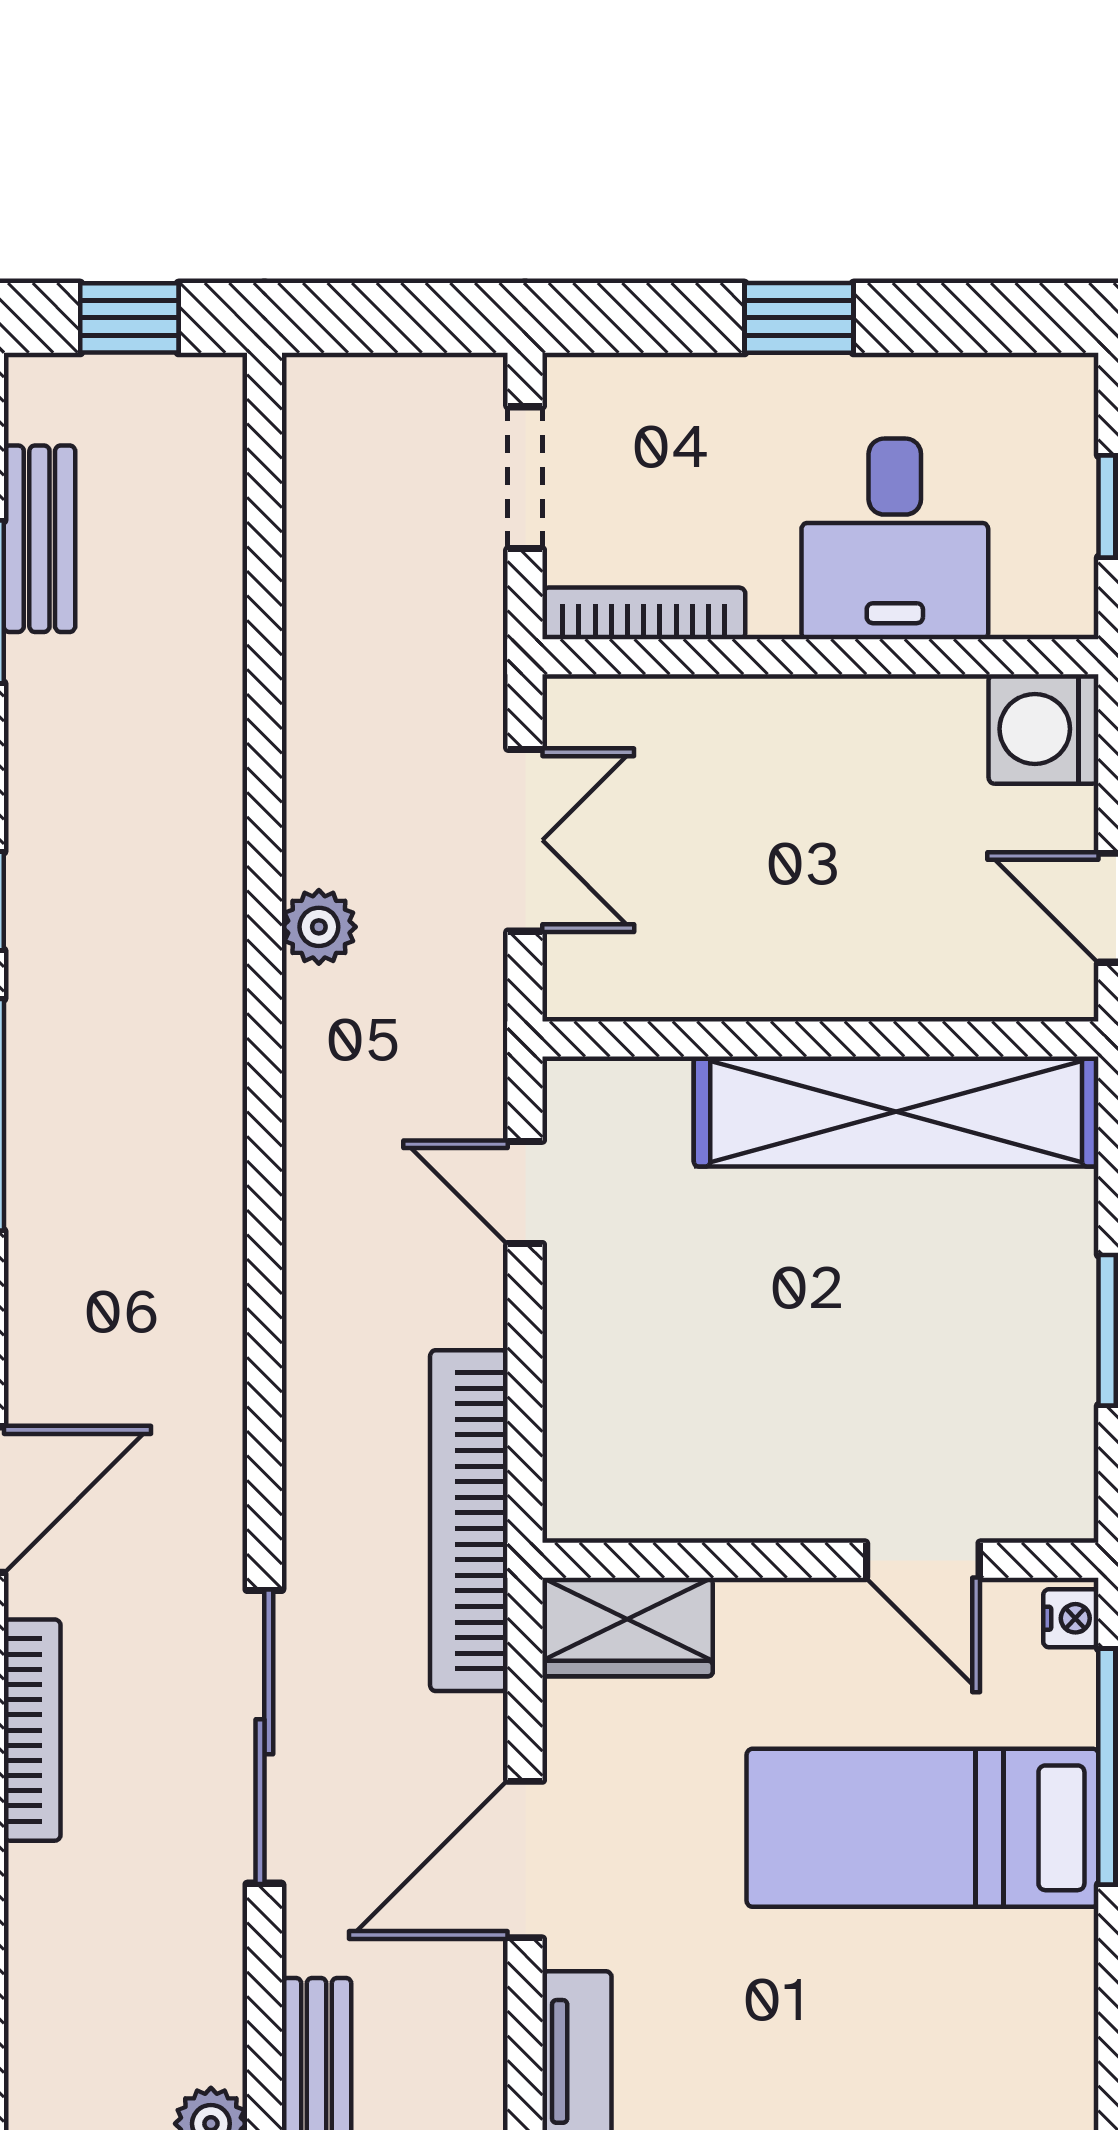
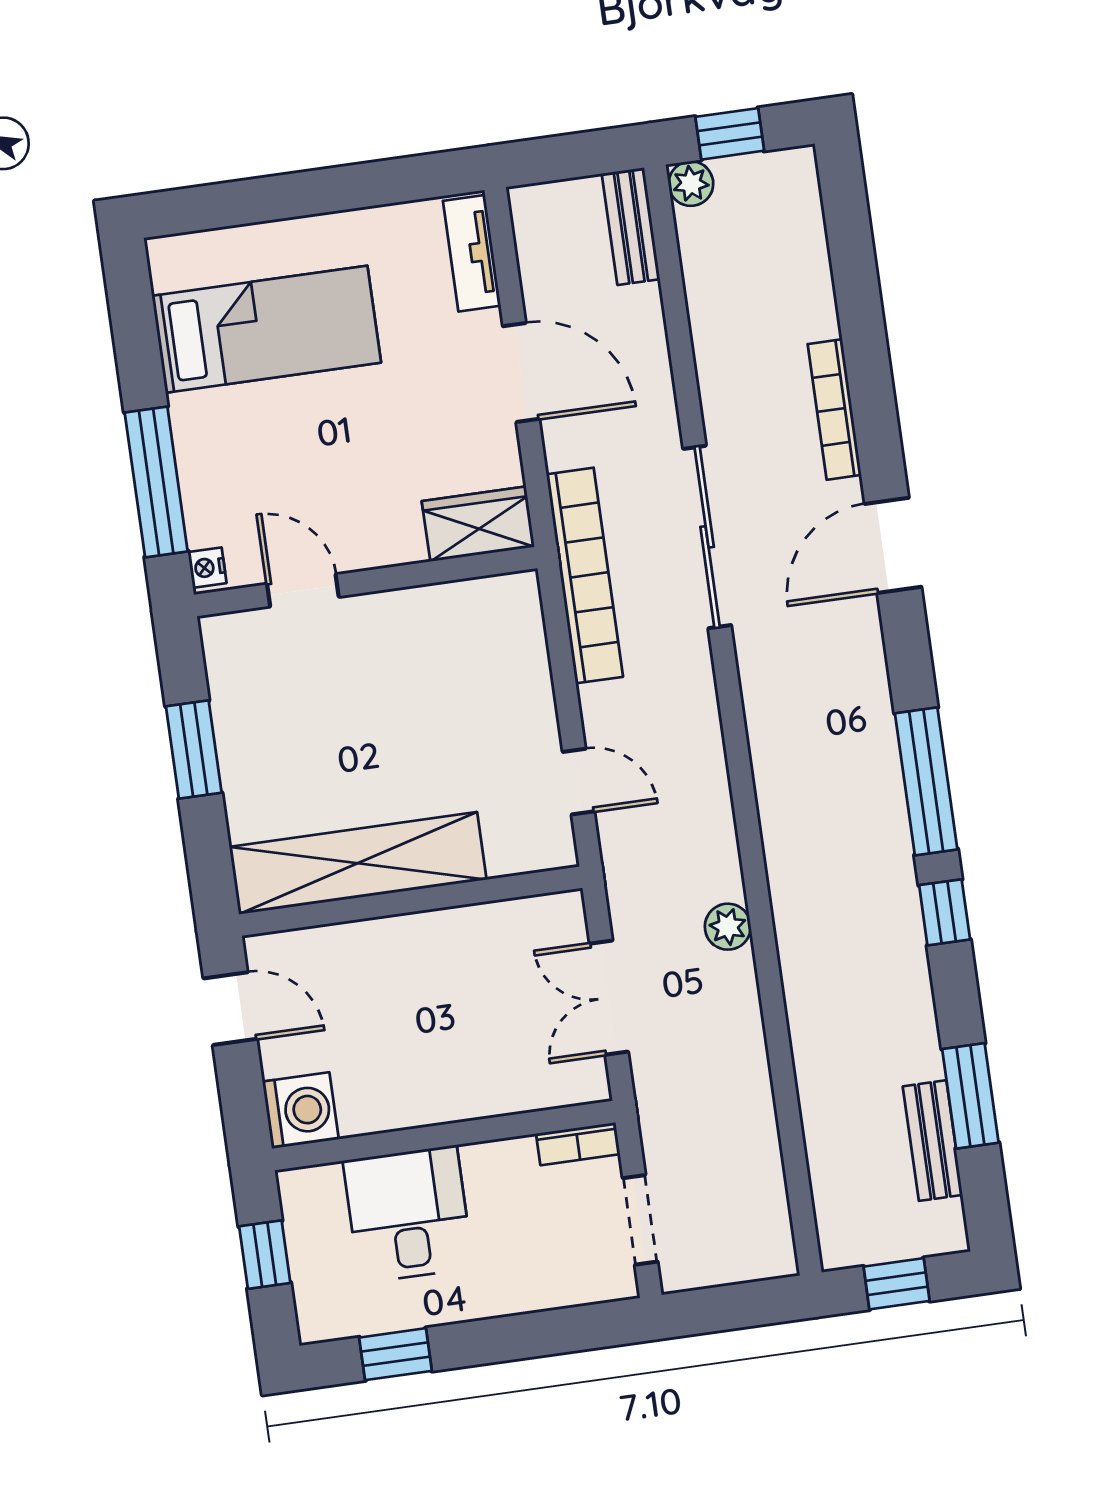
window: (799, 318) -> (396, 1354), moved
bookcase: (644, 613) -> (578, 1144), width x0.64
sliding door: (264, 1737) -> (707, 537), moved
bed: (923, 1828) -> (266, 329), moved
door: (525, 1860) -> (521, 373), hinge flipped

